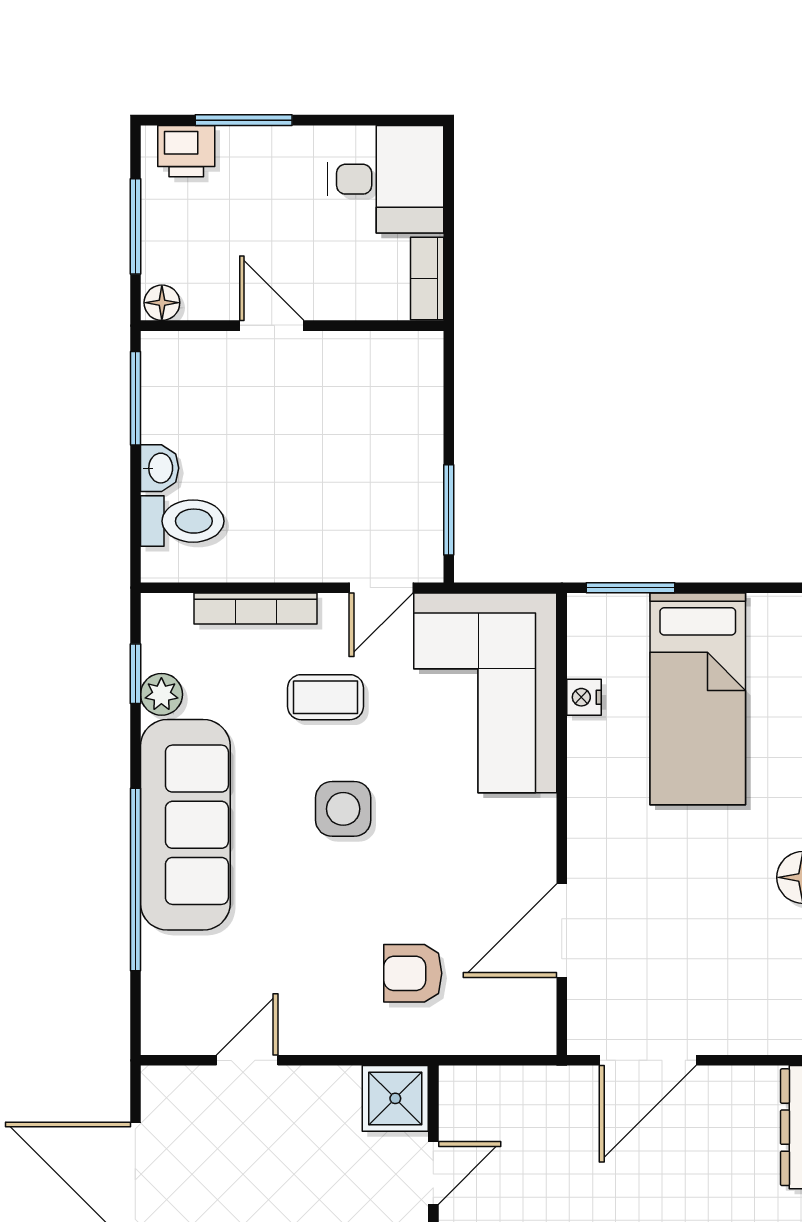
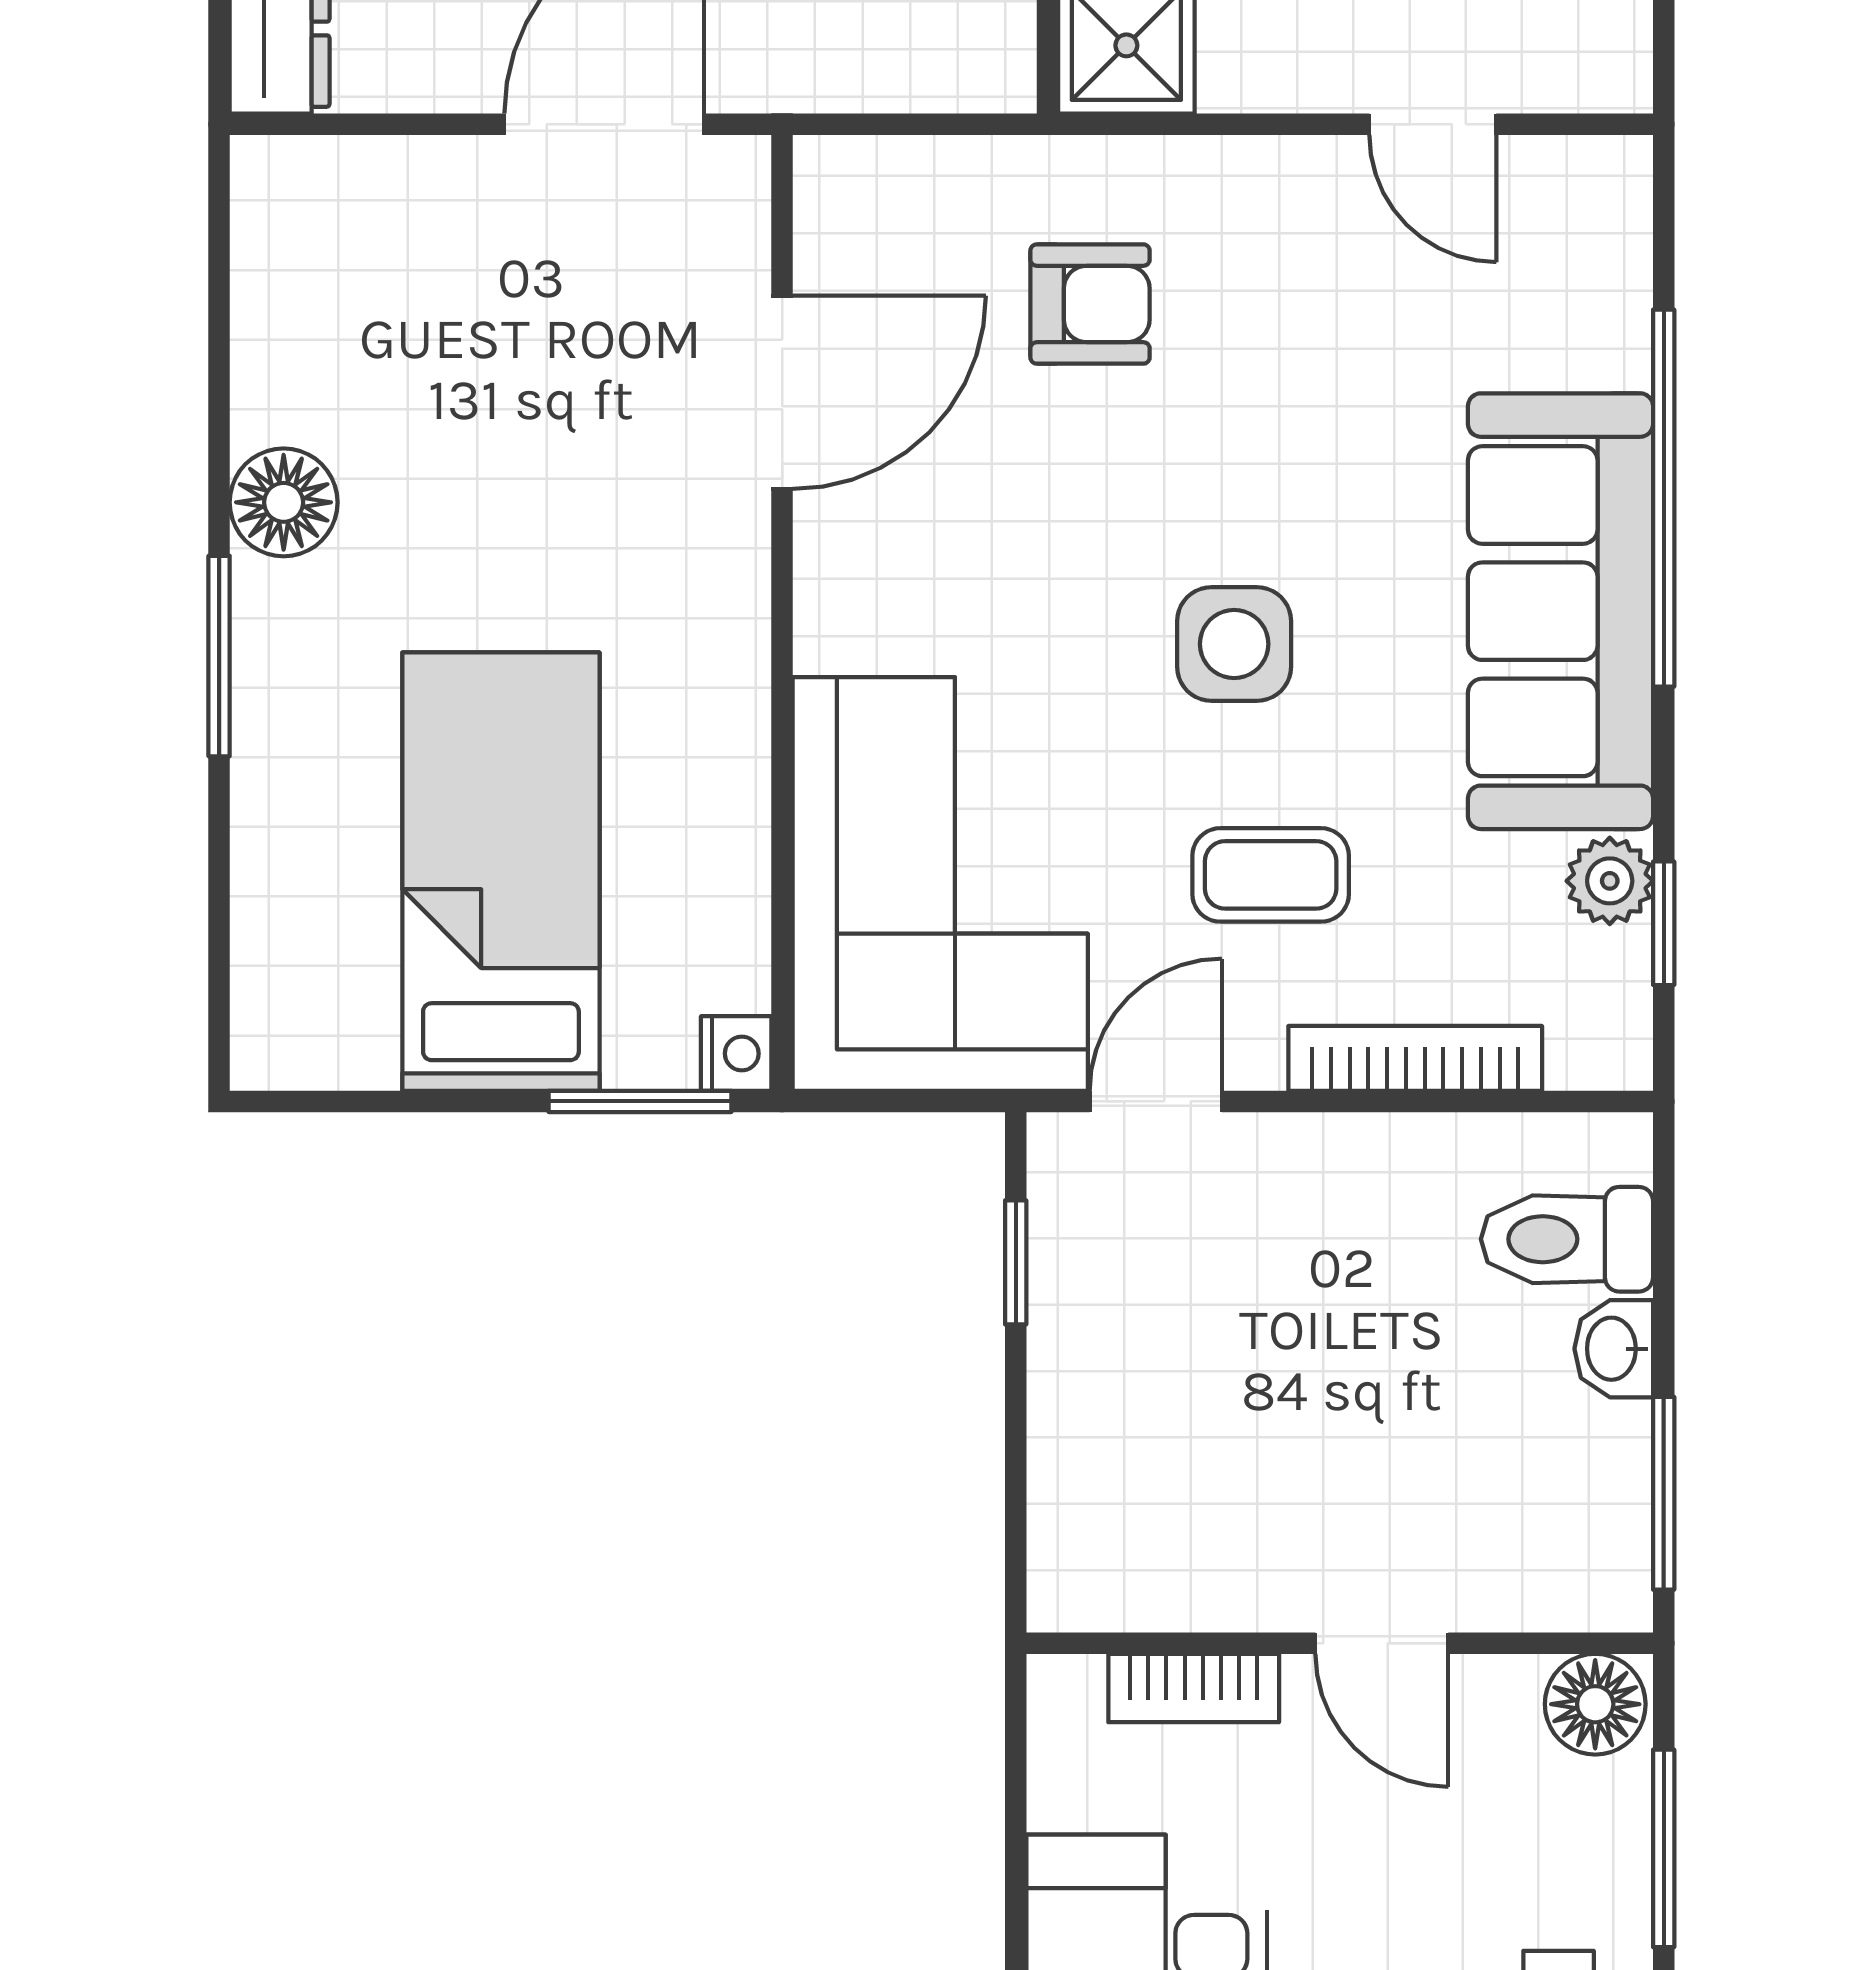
bookcase: (427, 278) -> (1194, 1688), moved, turned 90
floor lamp: (162, 303) -> (1595, 1704), width x1.37, depth x1.37
window: (449, 510) -> (1016, 1262), width x0.67
nightstand: (584, 697) -> (736, 1054), moved
door: (247, 1060) -> (1433, 124), hinge flipped

